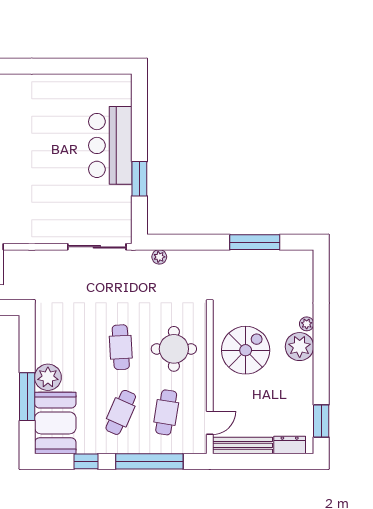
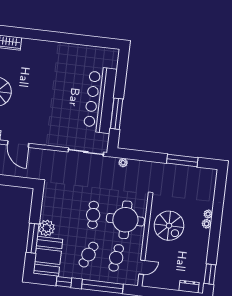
bar counter: (110, 145) -> (100, 100), width x1.36
window: (139, 179) -> (117, 114), width x1.44
plant: (300, 347) -> (207, 224), width x0.53, depth x0.53
round table: (174, 349) -> (125, 220), width x1.36, depth x1.36
spiral stairs: (246, 350) -> (169, 226), turned 90
bench: (242, 445) -> (160, 283), removed

